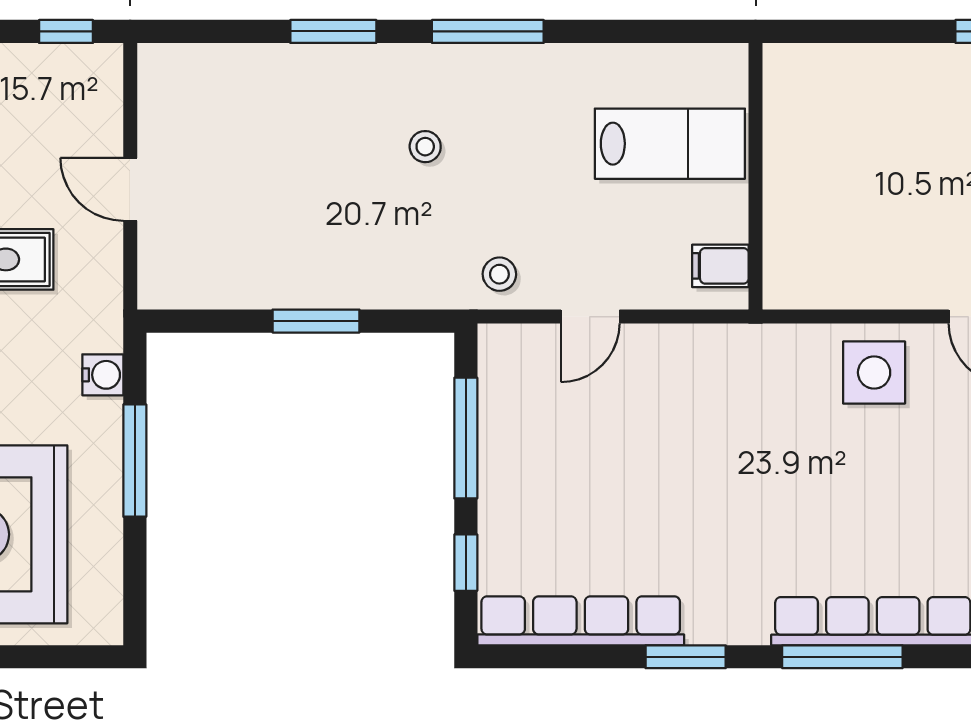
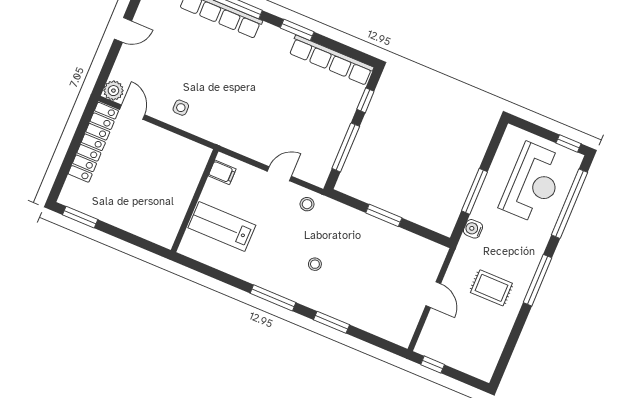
side table: (874, 372) -> (181, 108), width x0.54, depth x0.54

